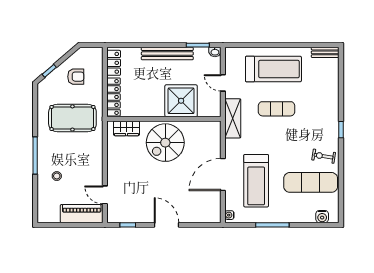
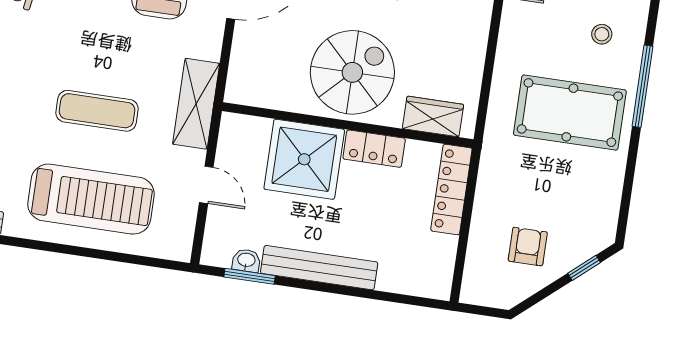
washbasin: (215, 52) -> (246, 260), moved
locker: (114, 63) -> (374, 149), moved, turned -90
treadmill: (273, 69) -> (91, 199), turned 180
armchair: (76, 77) -> (528, 247), turned 90
pool table: (72, 118) -> (570, 113), moved

